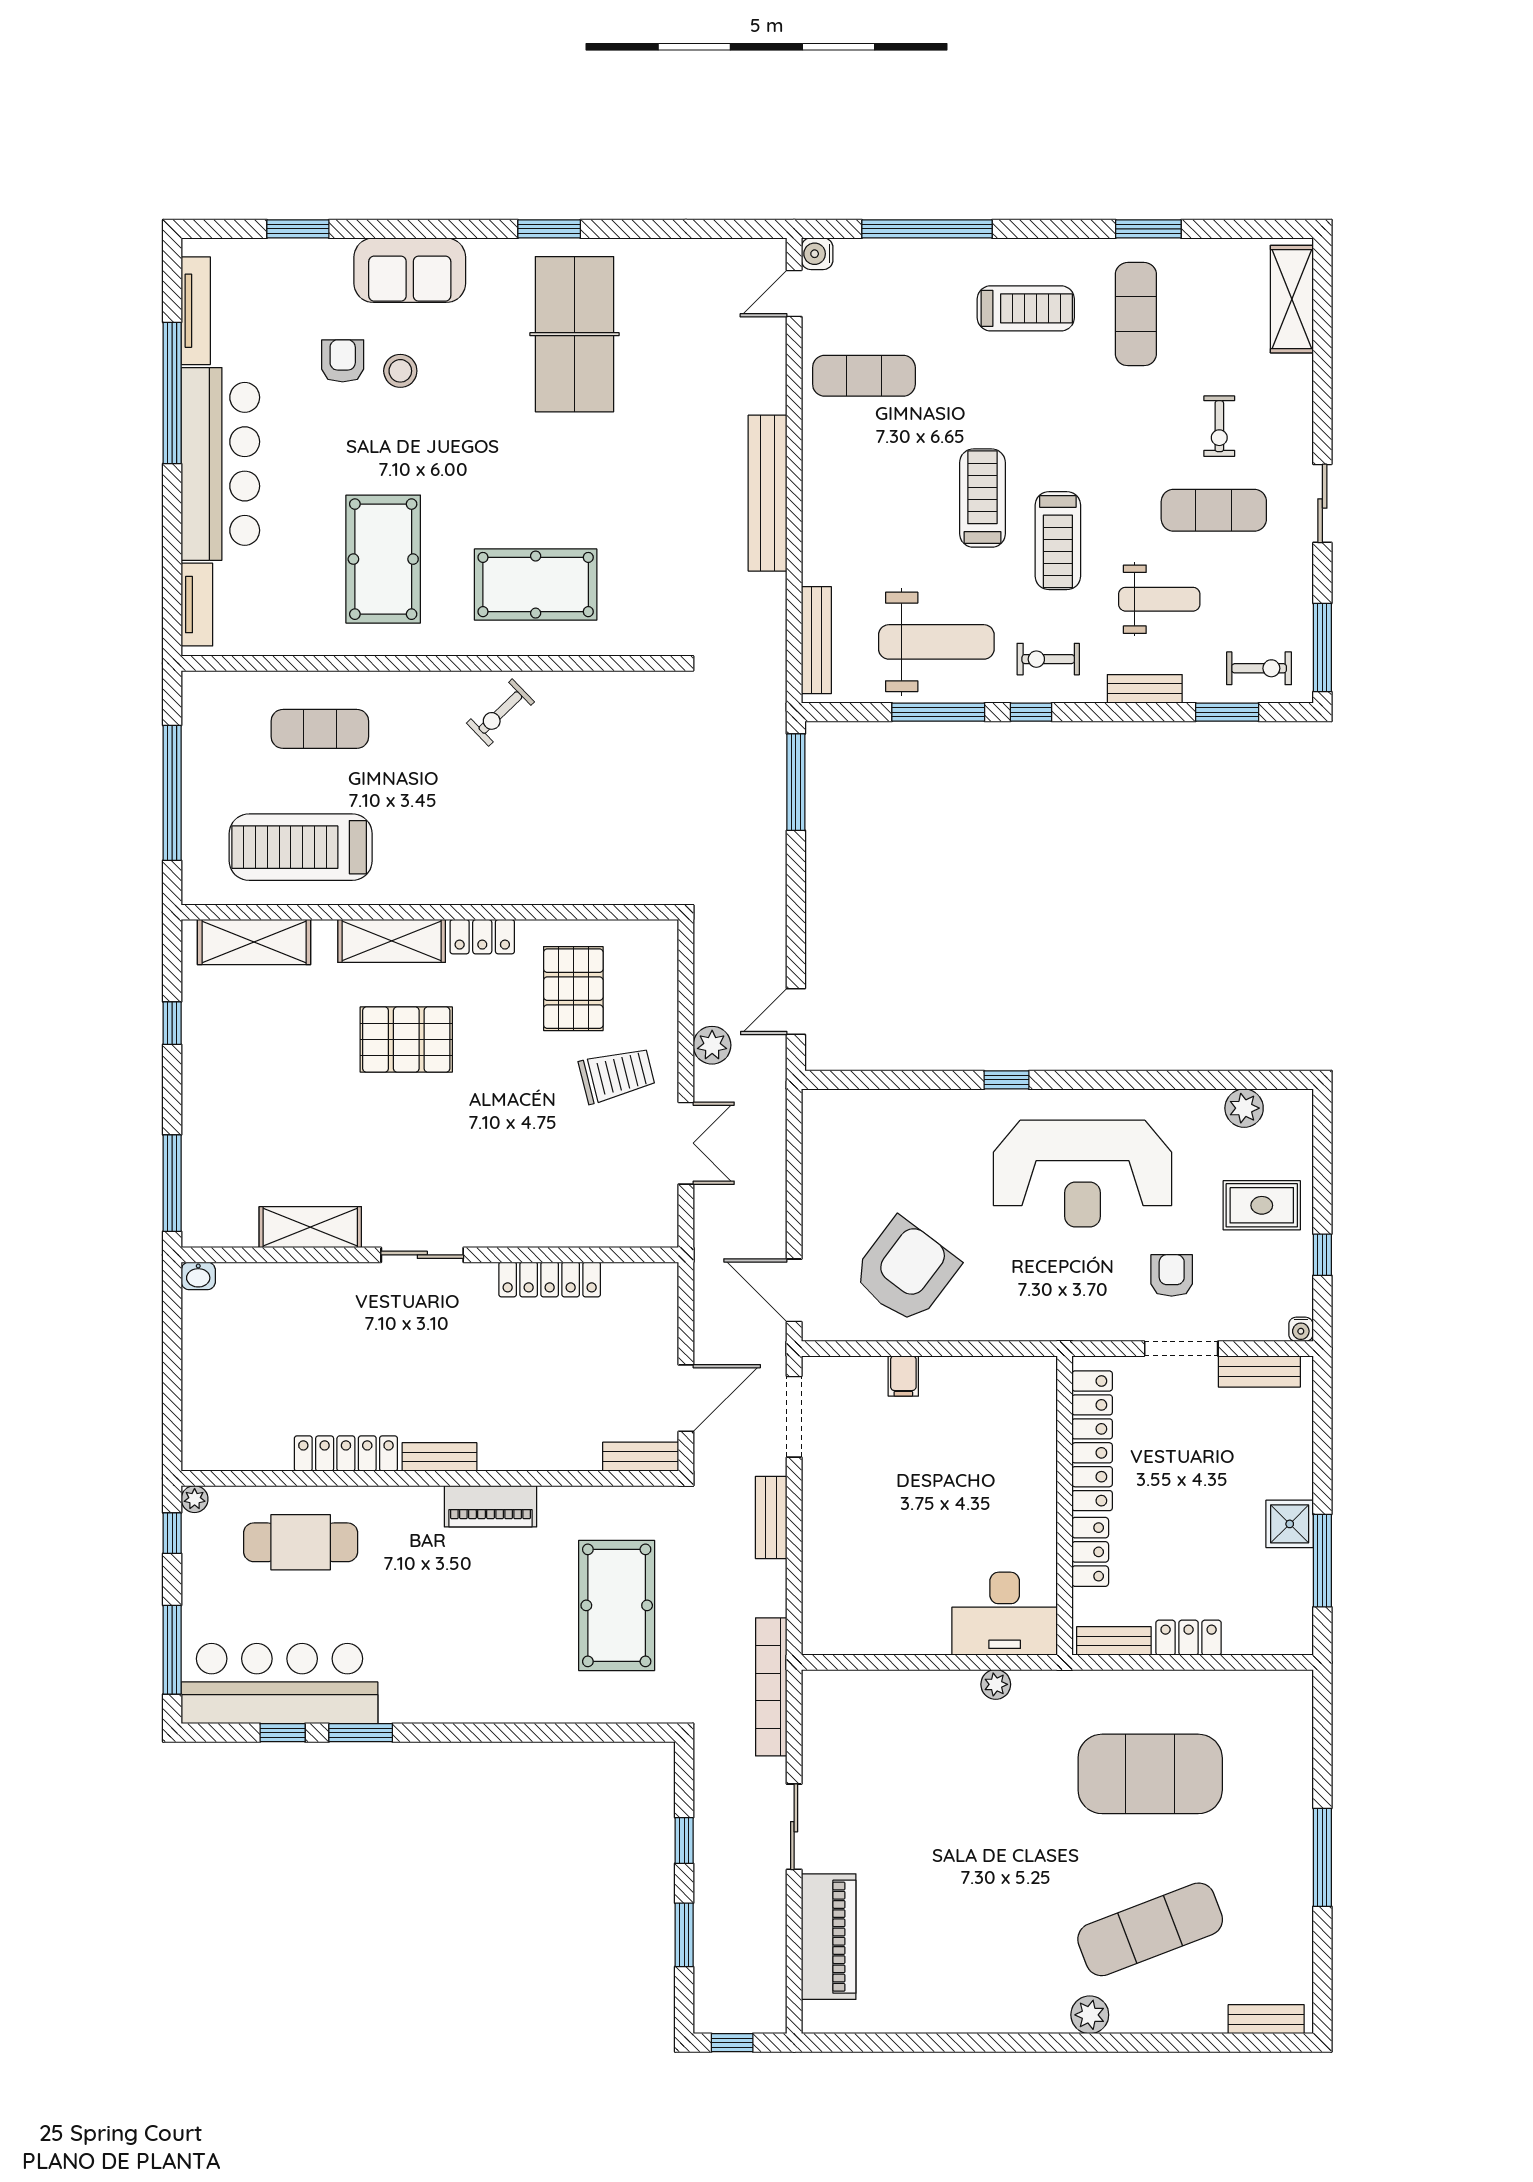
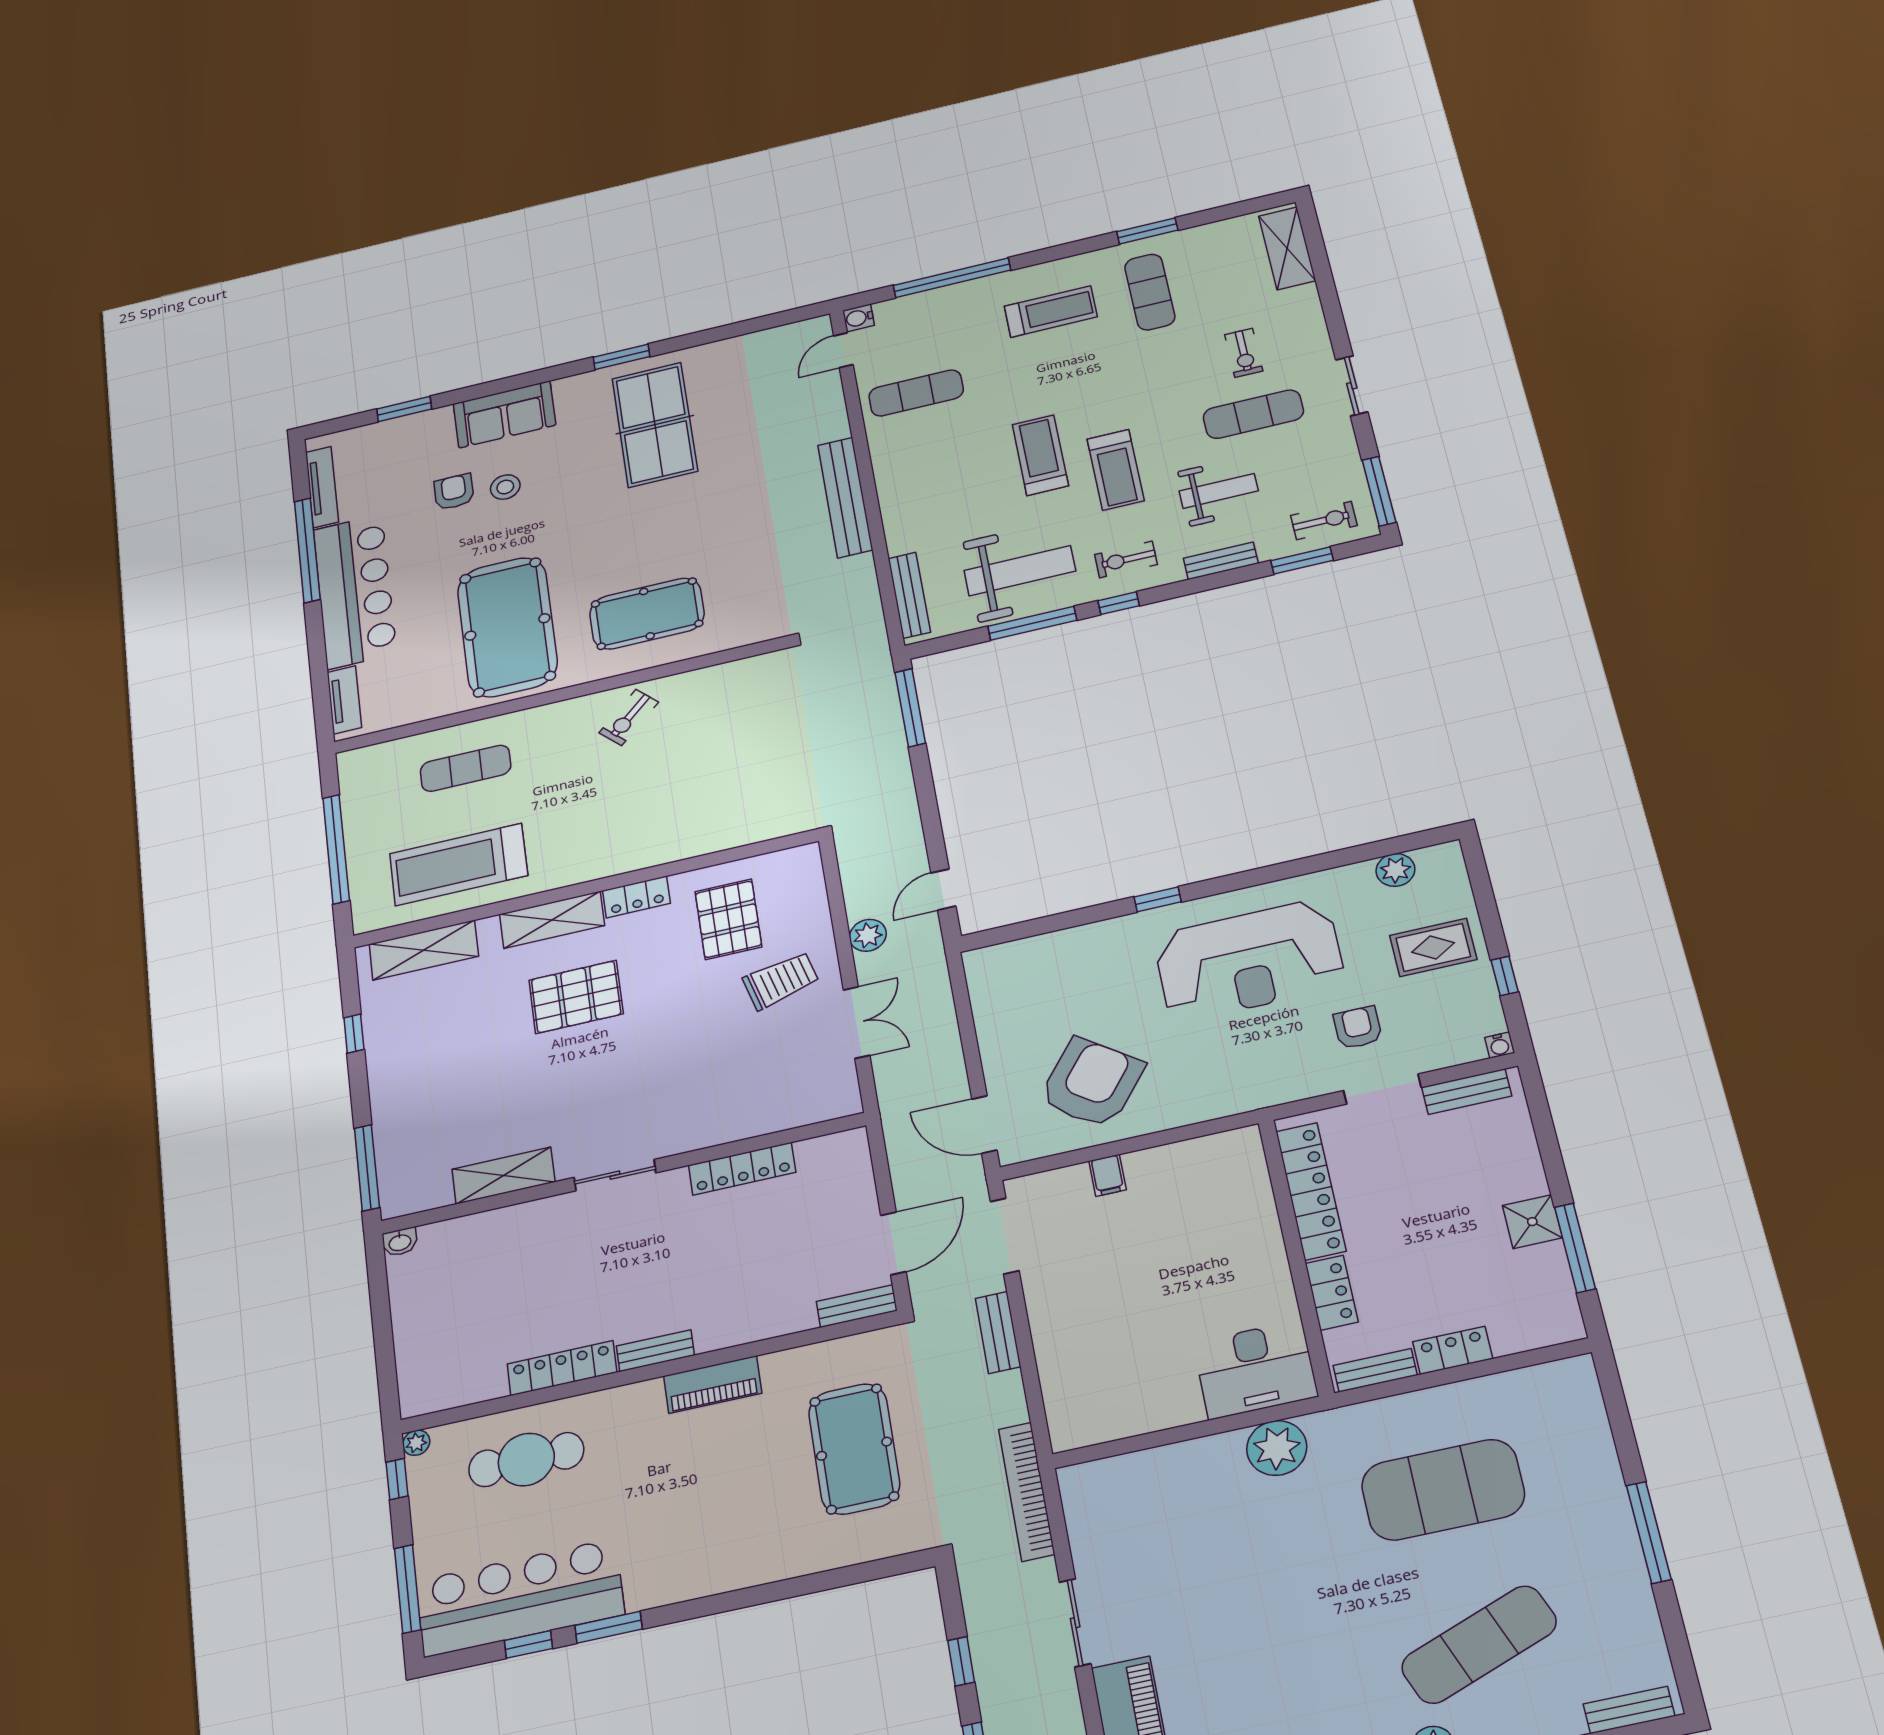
pool table: (383, 559) -> (507, 627), width x1.36, depth x1.32
plant: (996, 1684) -> (1277, 1448), width x1.88, depth x1.88

